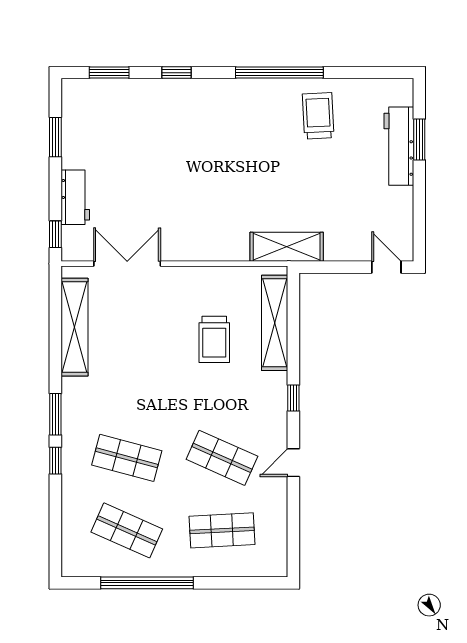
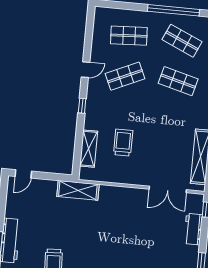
door: (386, 267) -> (23, 174), hinge flipped
shelving: (275, 323) -> (89, 149), width x0.68
shop shelf: (222, 458) -> (125, 76), turned -48

